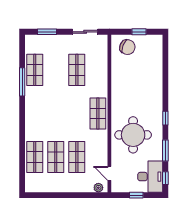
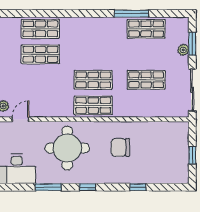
sliding door: (85, 32) -> (192, 90), width x1.37
plant: (52, 39) -> (183, 50), added
chair: (127, 47) -> (120, 147), moved, turned 70
shop shelf: (77, 157) -> (93, 80), moved
window: (165, 178) -> (138, 187), moved

